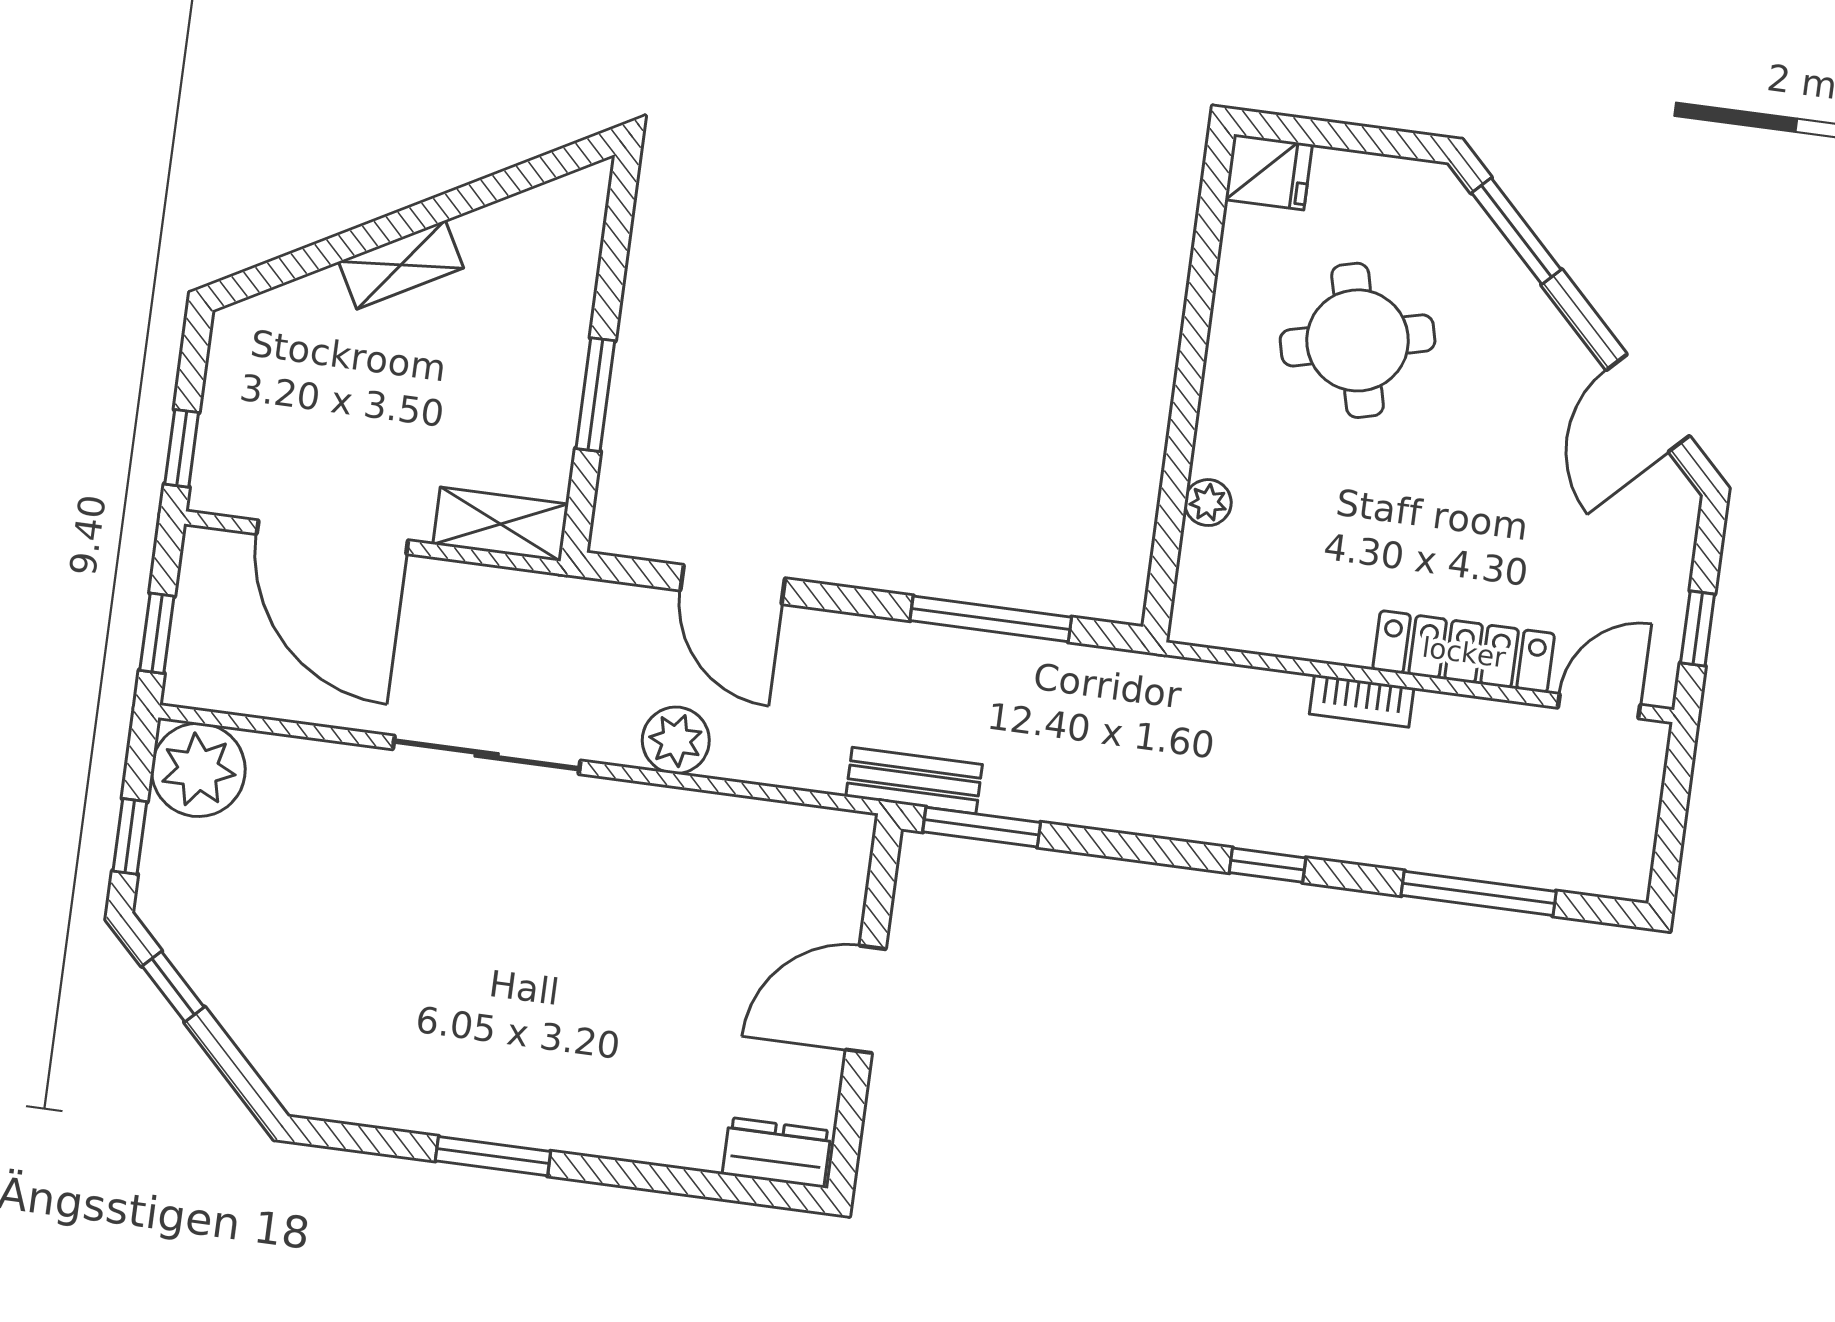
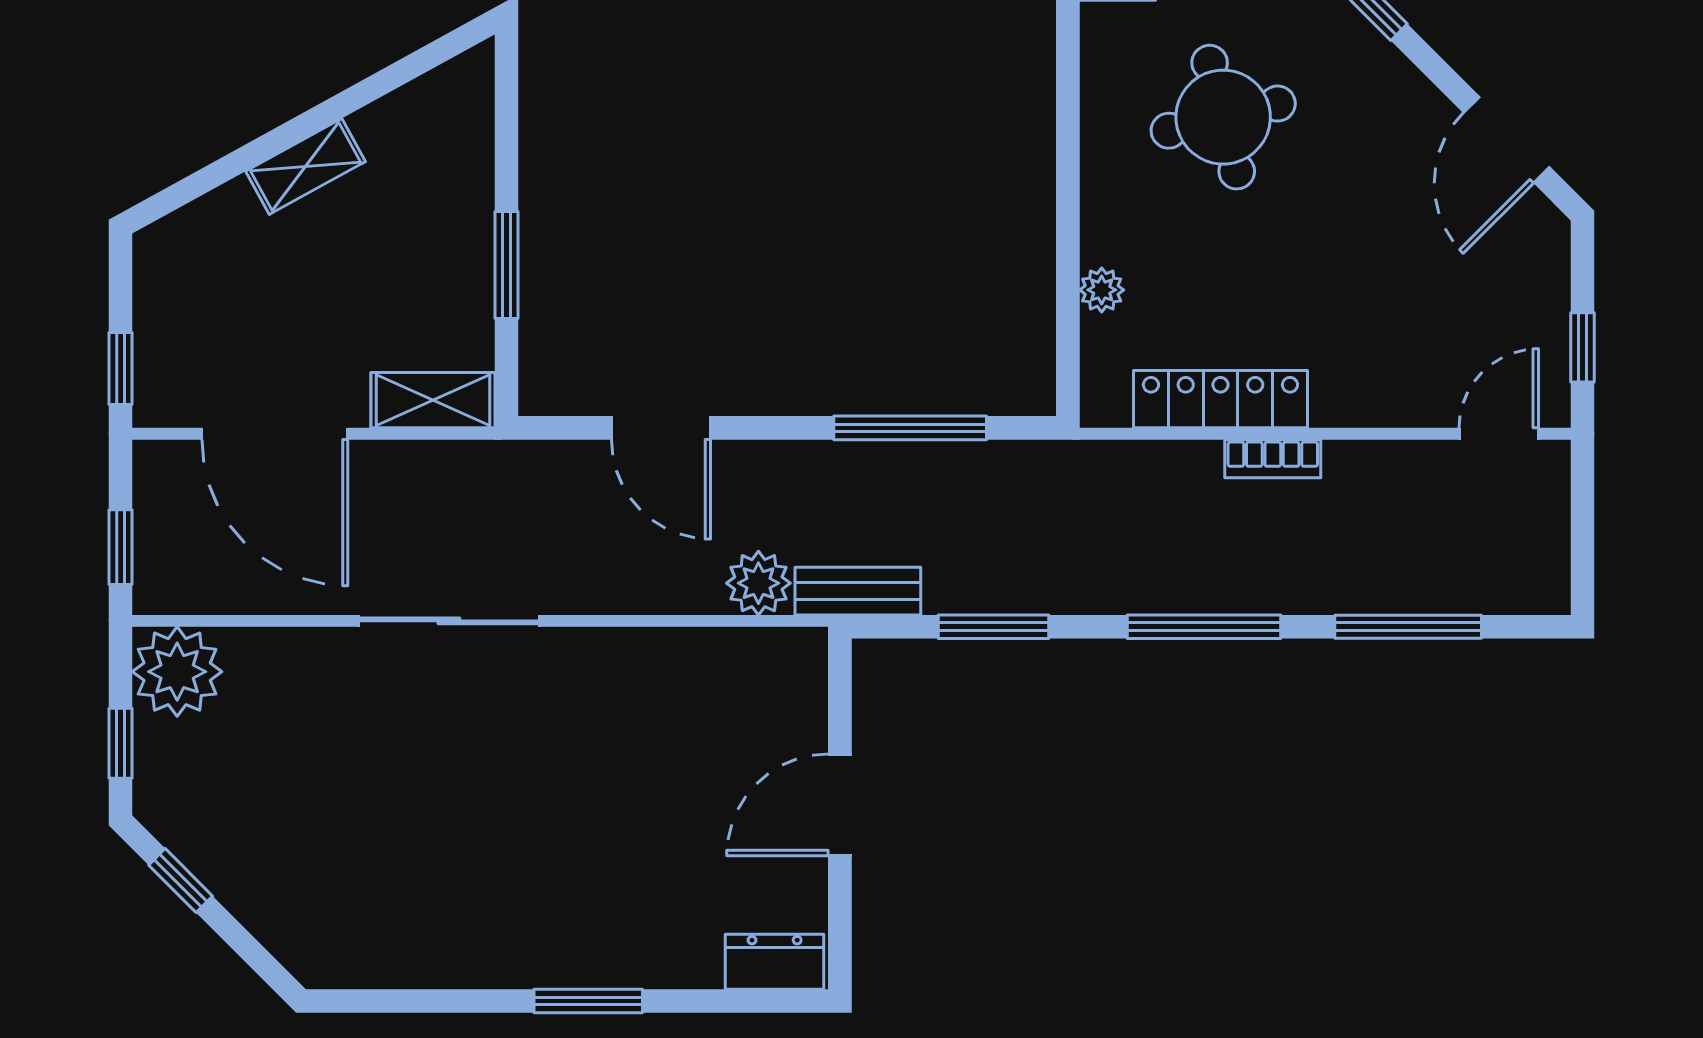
locker: (1464, 652) -> (1220, 399), moved
plant: (676, 740) -> (758, 583), moved
window: (982, 827) -> (994, 627), moved
window: (1267, 865) -> (1204, 627), width x2.17
window: (493, 1156) -> (588, 1001), moved

